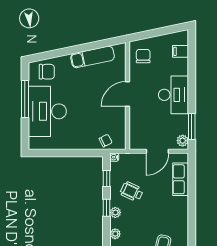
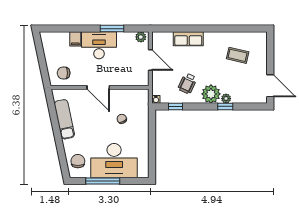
filing cabinet: (180, 51) -> (75, 39), moved
window: (192, 127) -> (112, 29), moved
chair: (106, 141) -> (122, 119), moved
row of seats: (181, 179) -> (188, 39), moved
window: (107, 208) -> (225, 106), moved
plant: (115, 213) -> (211, 94), width x1.88, depth x1.88

